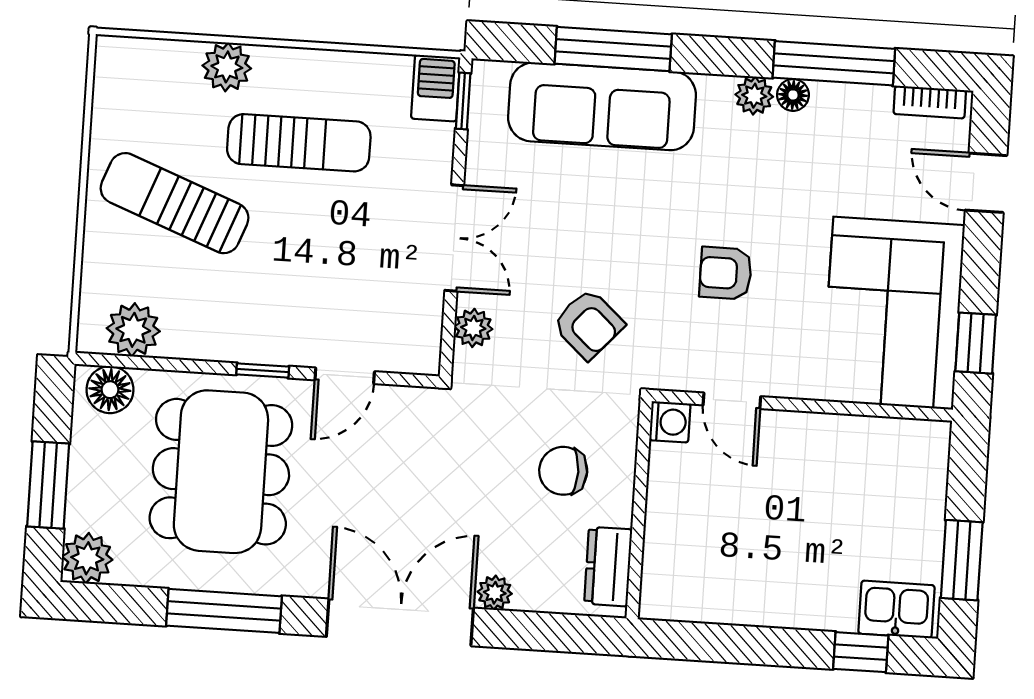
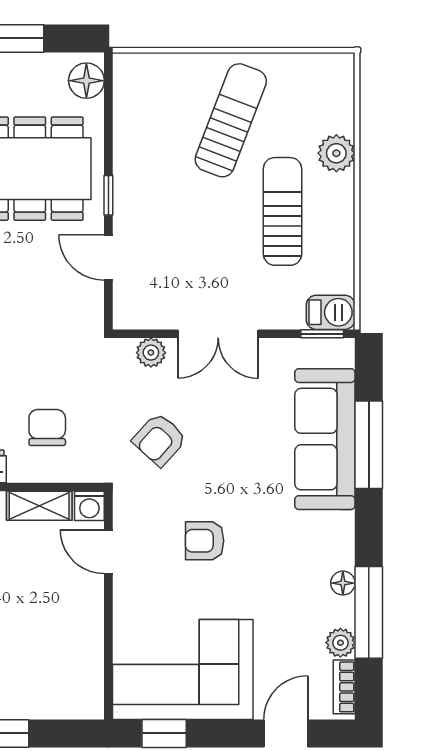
plant: (754, 96) -> (340, 643), moved
sun lounger: (299, 143) -> (282, 211), turned 180
armchair: (726, 273) -> (205, 541), turned -90
plant: (133, 330) -> (133, 95), removed
door: (732, 401) -> (108, 552), hinge flipped
shelving: (665, 488) -> (39, 506), added

